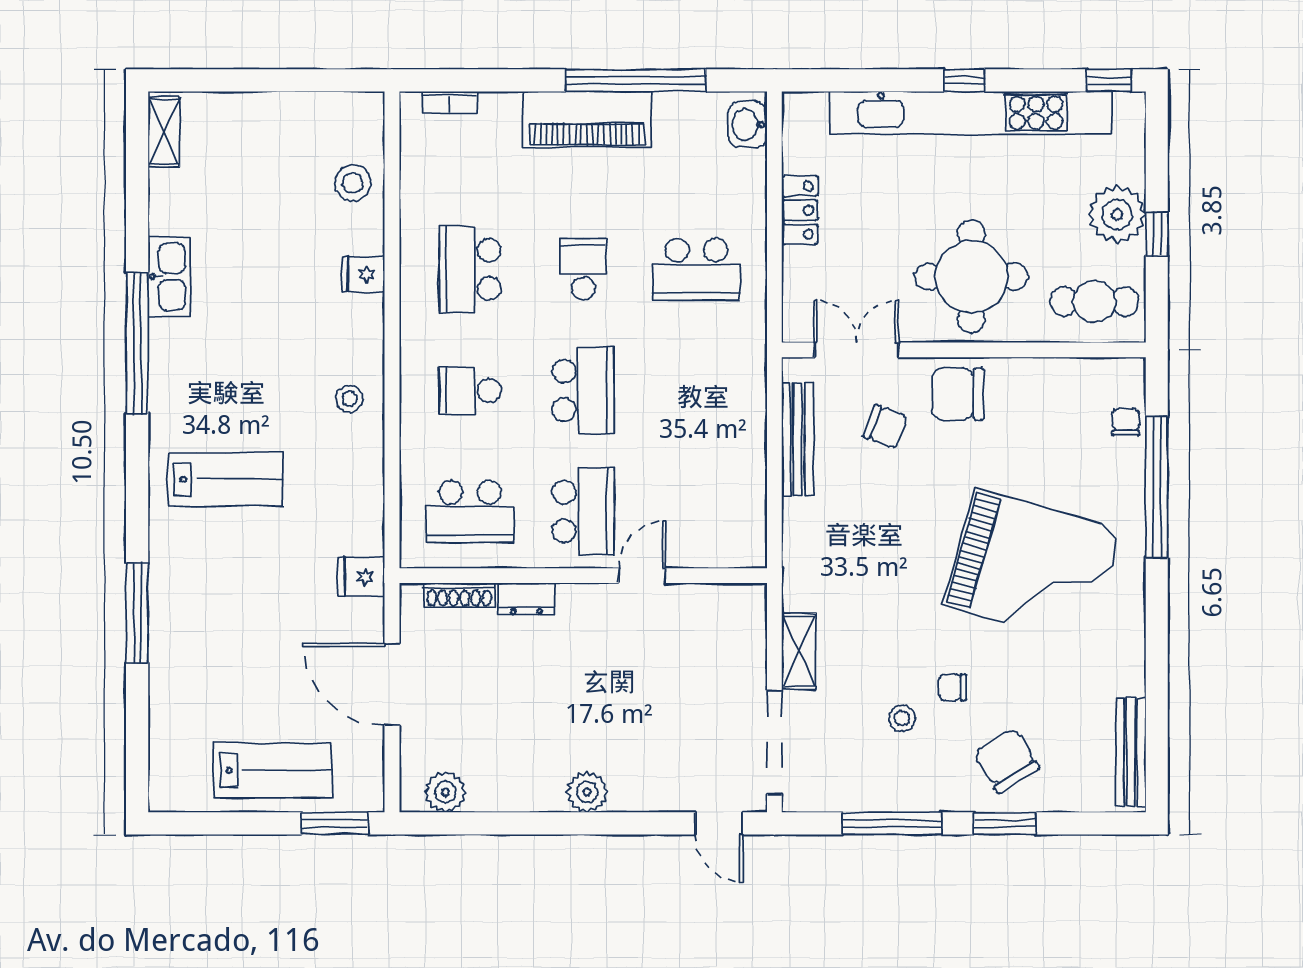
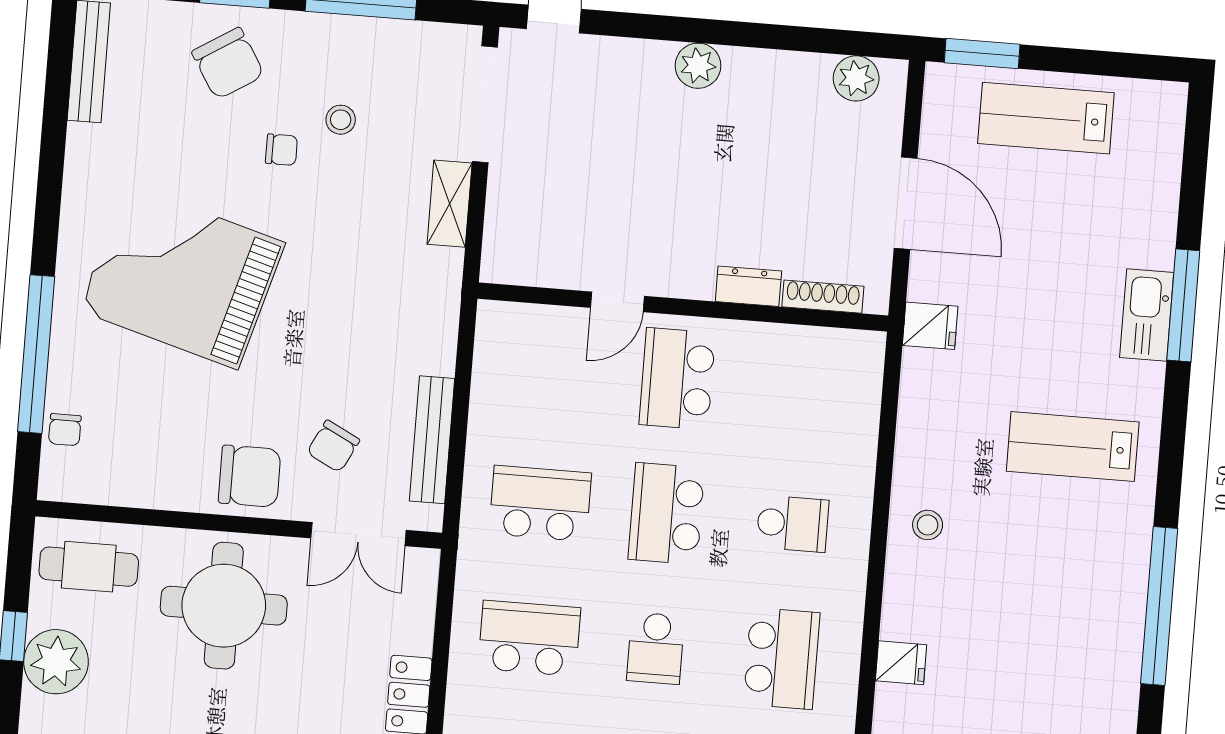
kitchen sink: (169, 277) -> (1147, 315), moved
chair: (885, 426) -> (333, 446), turned -84
school desk: (470, 511) -> (540, 503), moved

